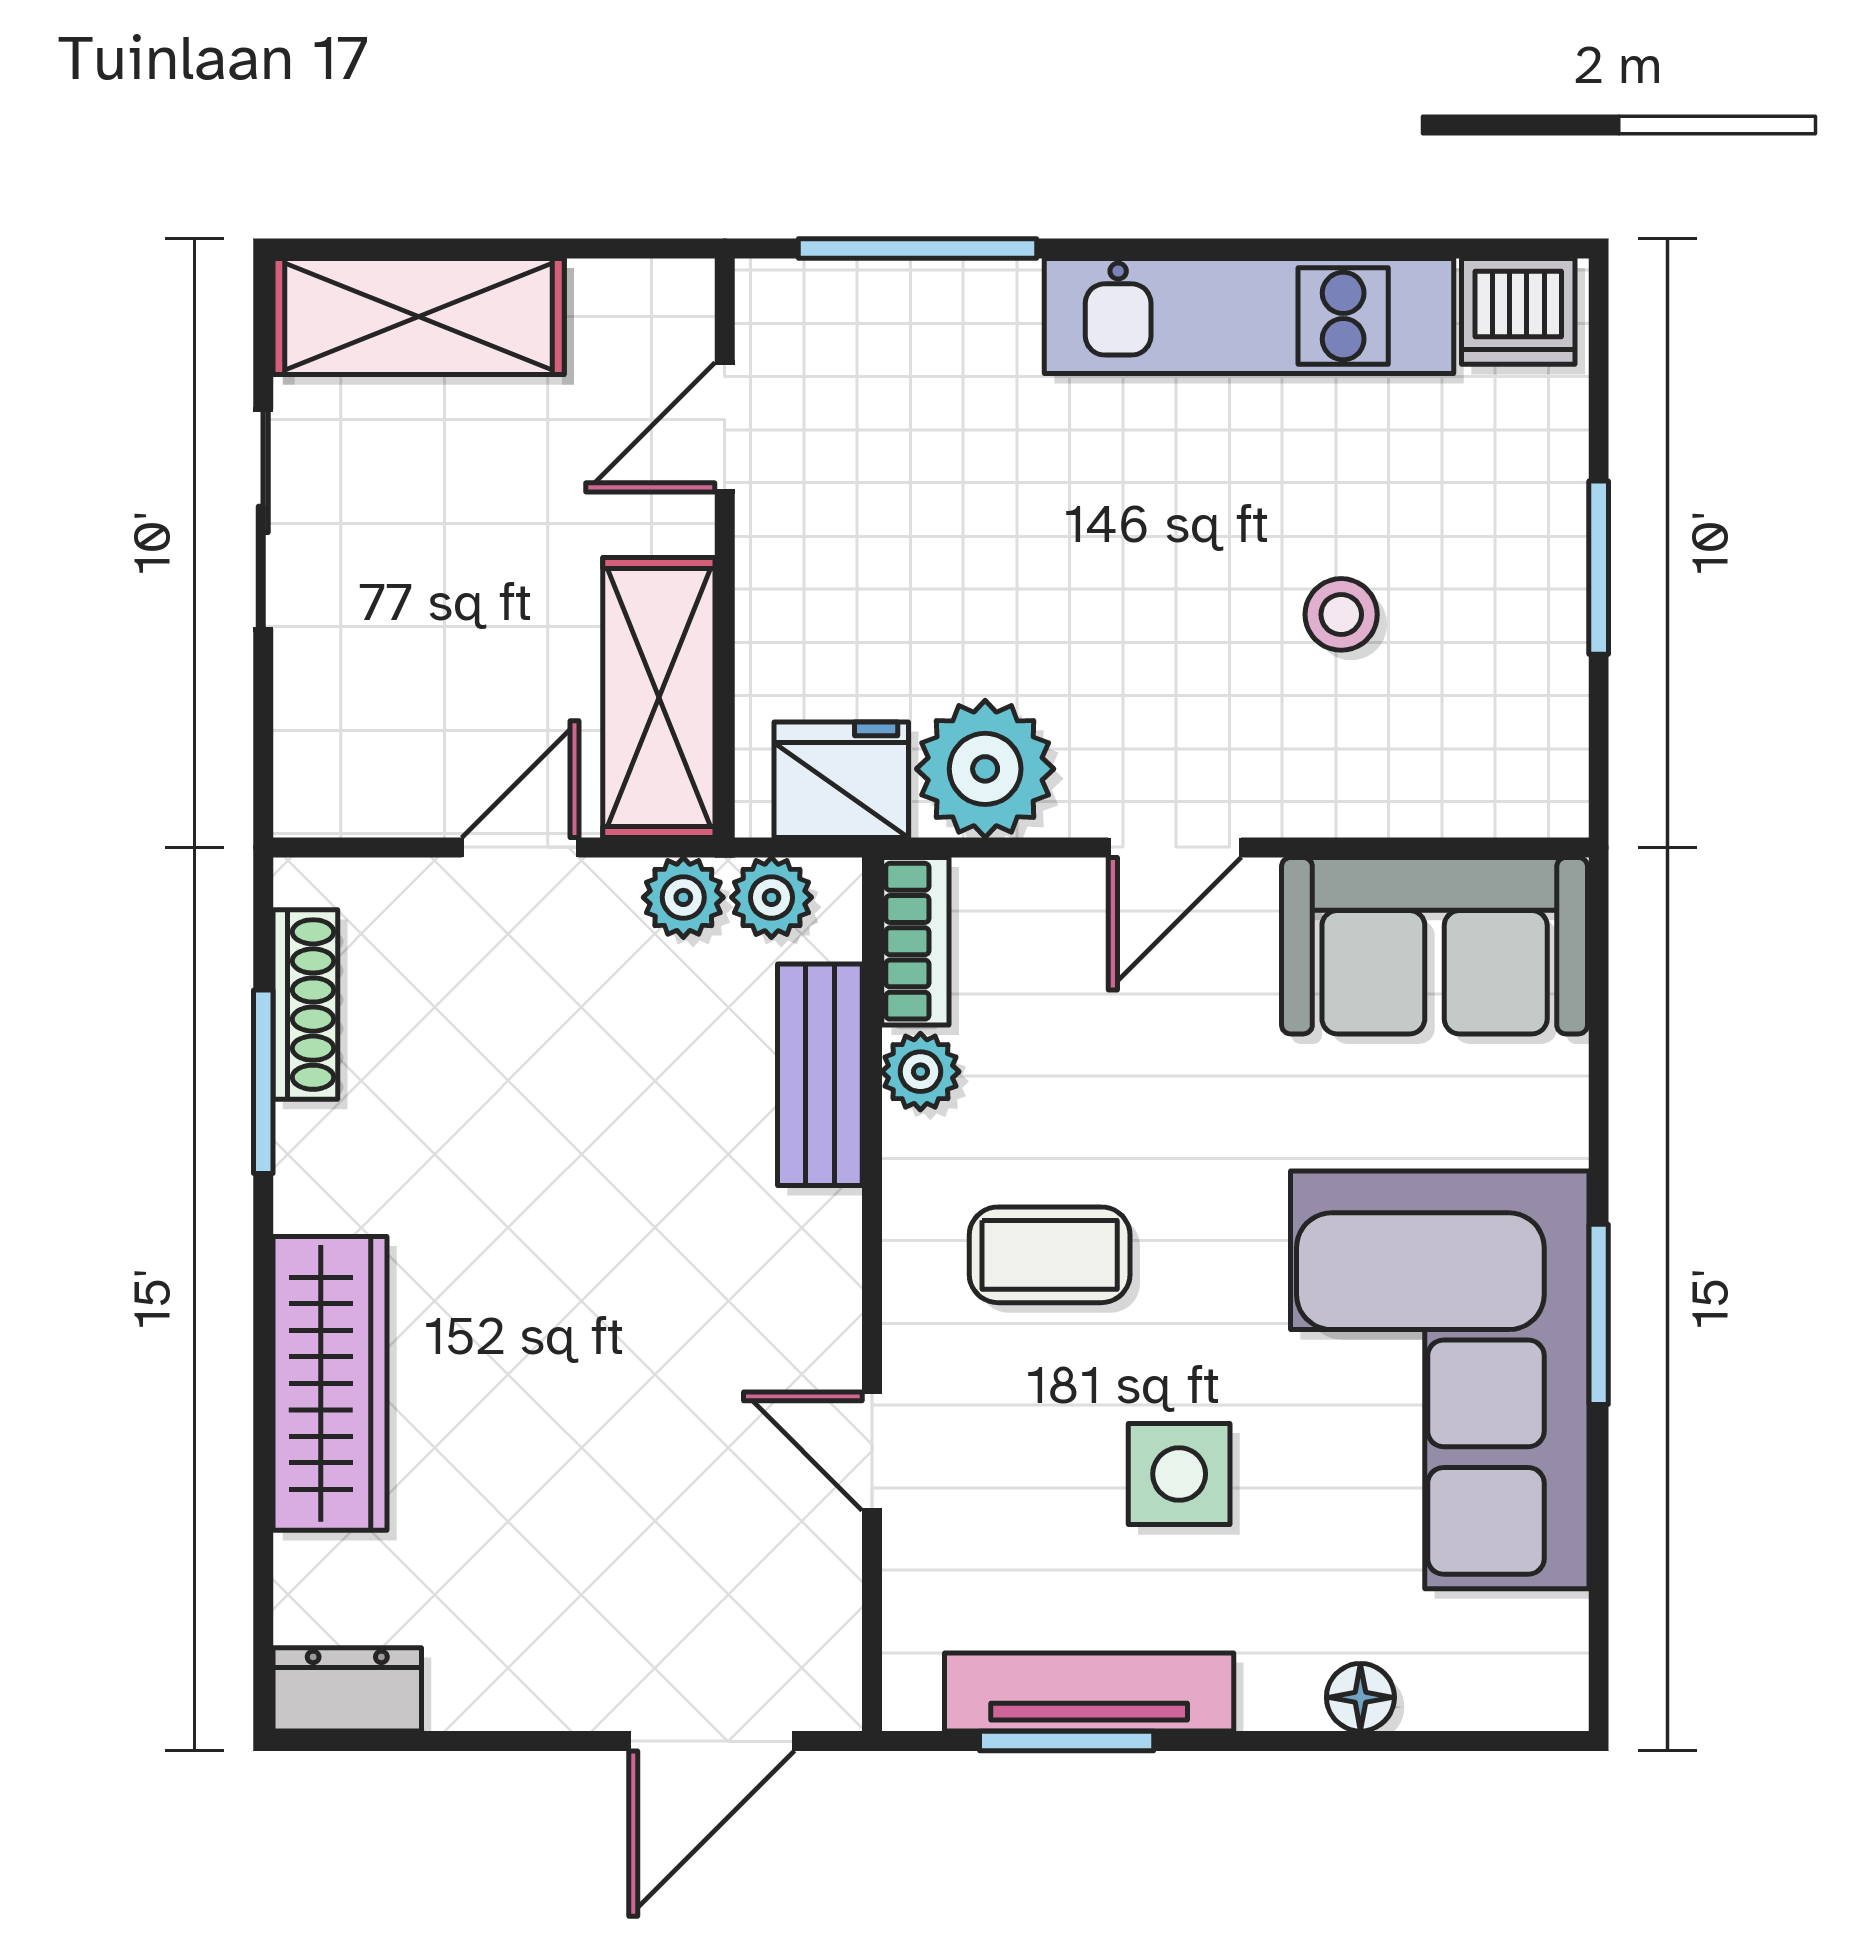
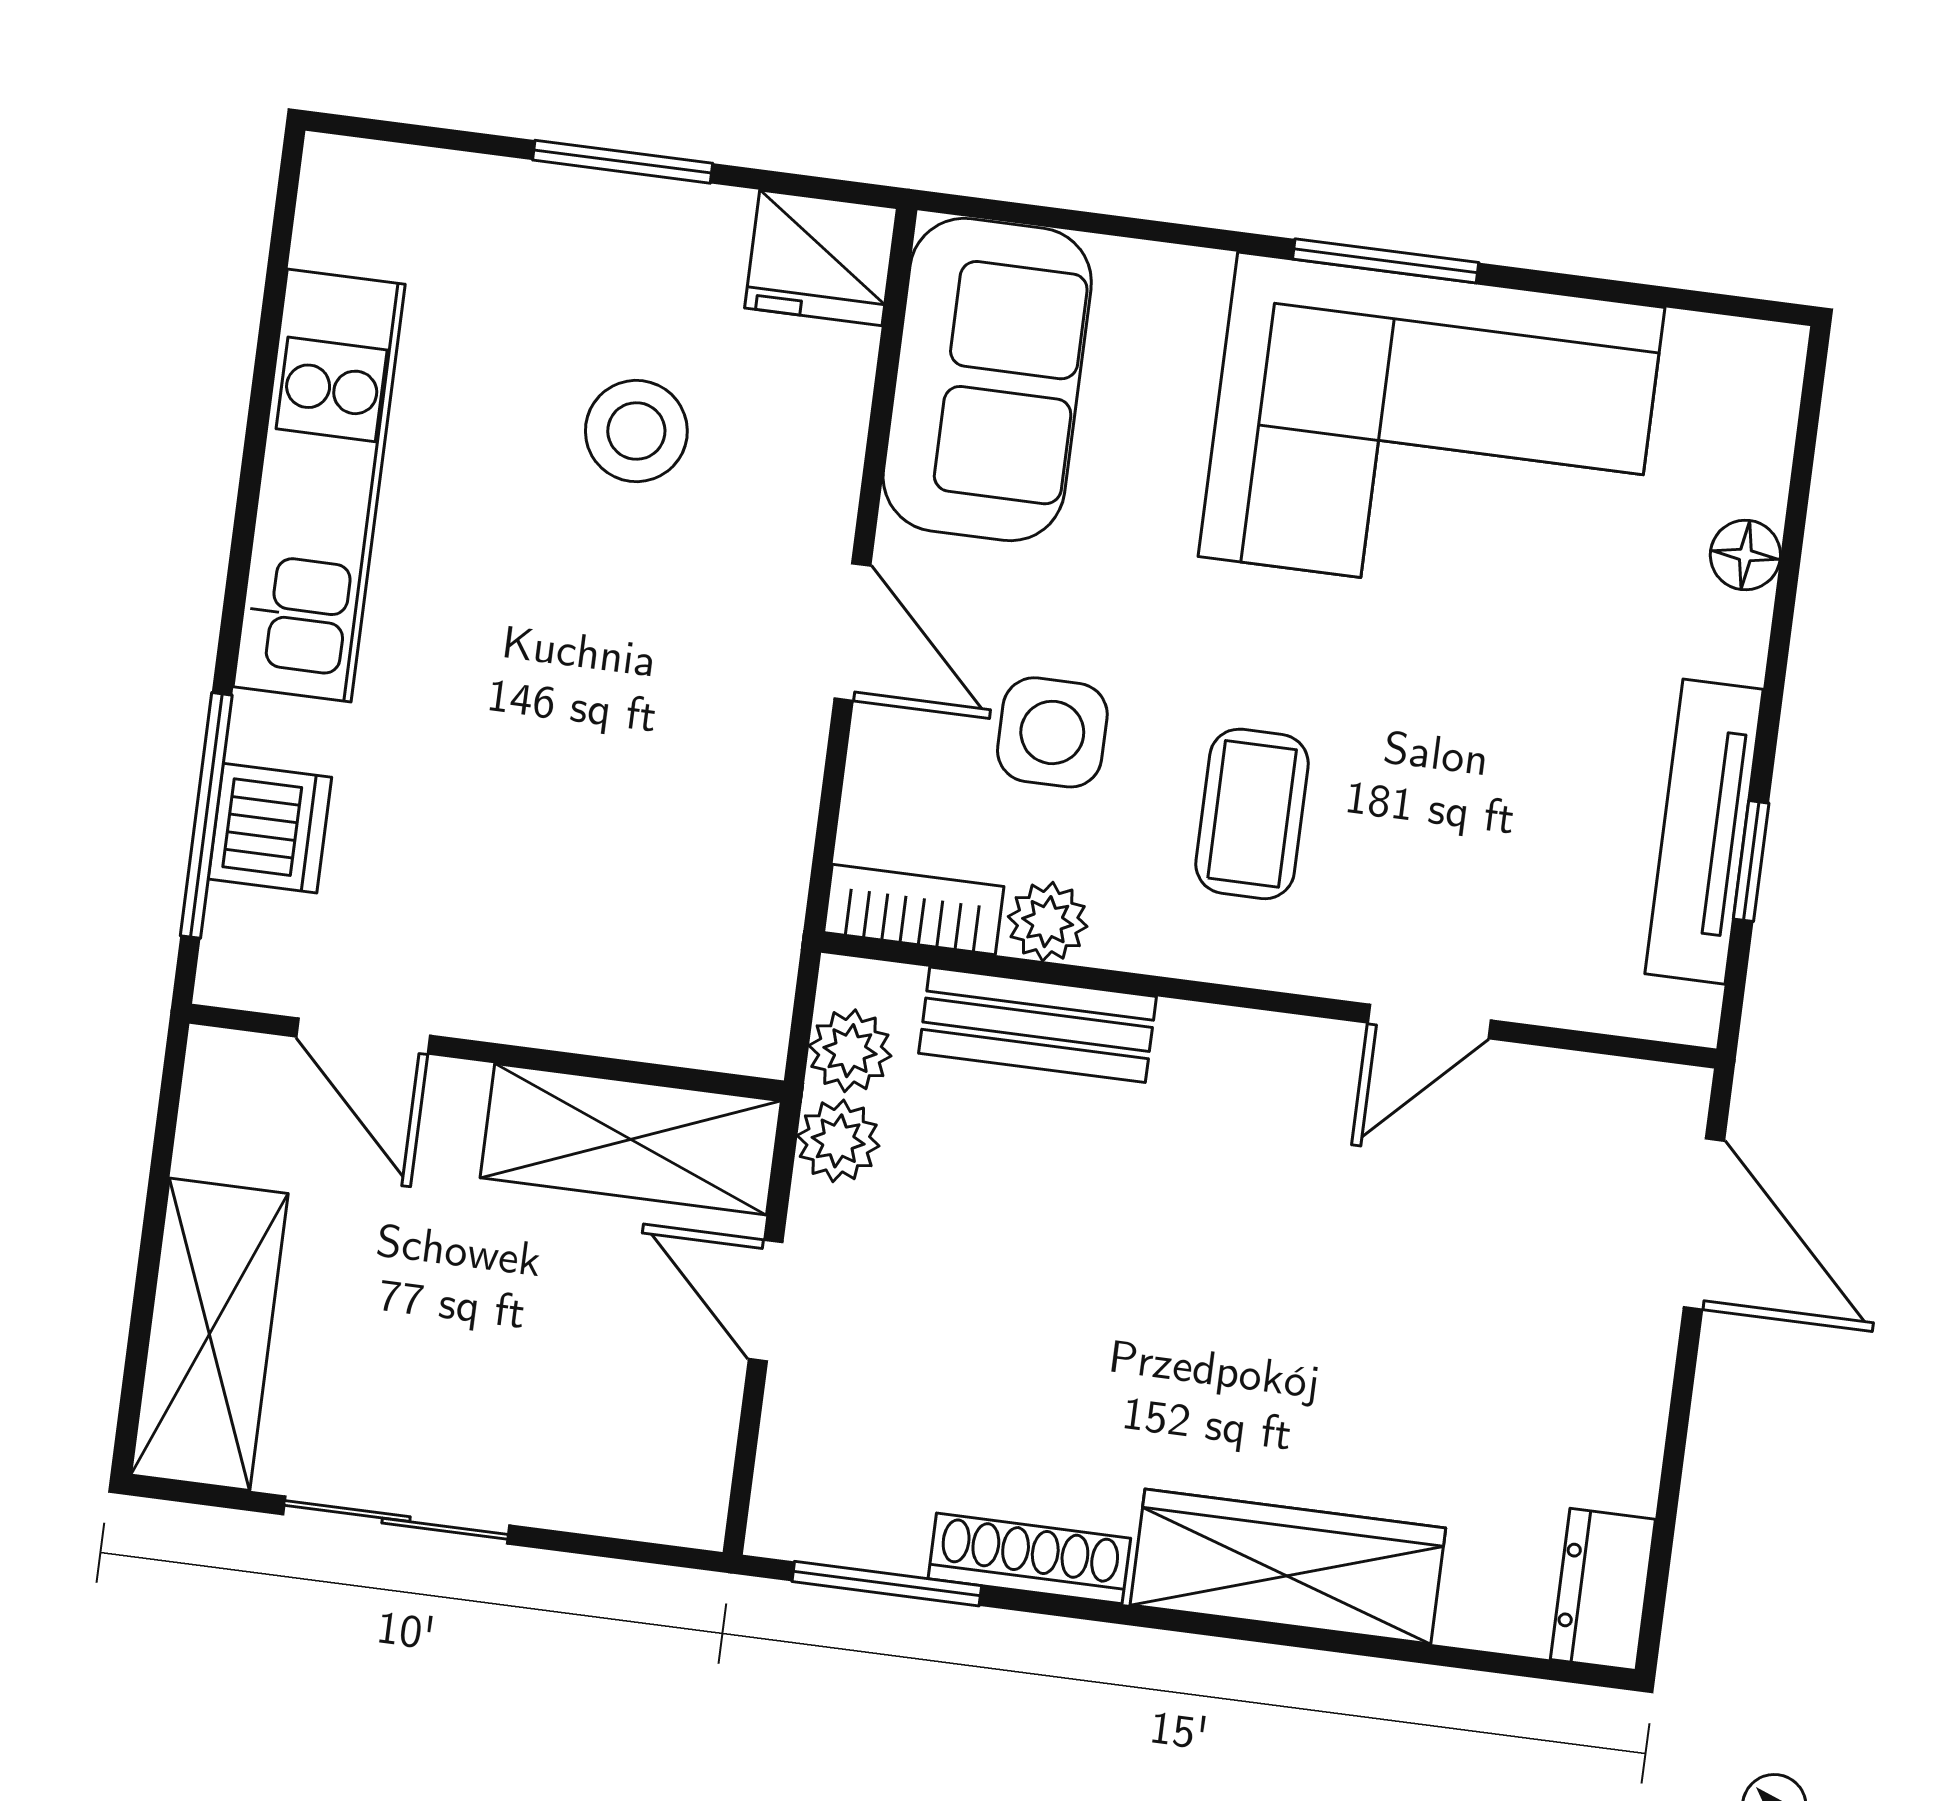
dishwasher: (1518, 311) -> (270, 828), moved
stool: (1341, 614) -> (636, 431), width x1.37, depth x1.37
plant: (985, 769) -> (747, 815), removed
fridge: (841, 780) -> (821, 258), moved, turned -90
shoe rack: (305, 1005) -> (1029, 1558), moved
window: (263, 1082) -> (887, 1584), moved
side table: (1179, 1474) -> (1052, 732), moved
window: (1067, 1741) -> (1751, 861), width x0.67

